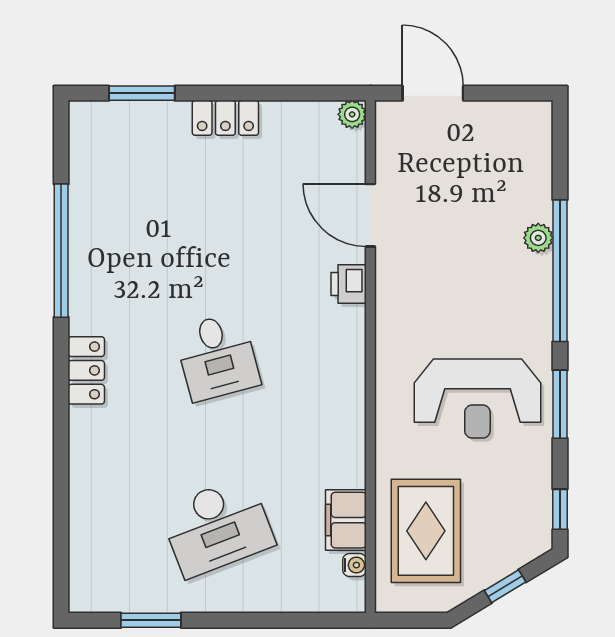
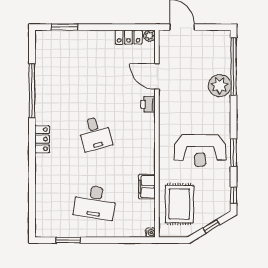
locker: (225, 118) -> (129, 37), moved
plant: (538, 238) -> (220, 86), width x1.88, depth x1.88
window: (560, 271) -> (234, 66), moved
filing cabinet: (346, 520) -> (147, 187), moved
desk: (217, 527) -> (95, 202), turned 30
water cooler: (355, 565) -> (150, 233), moved

